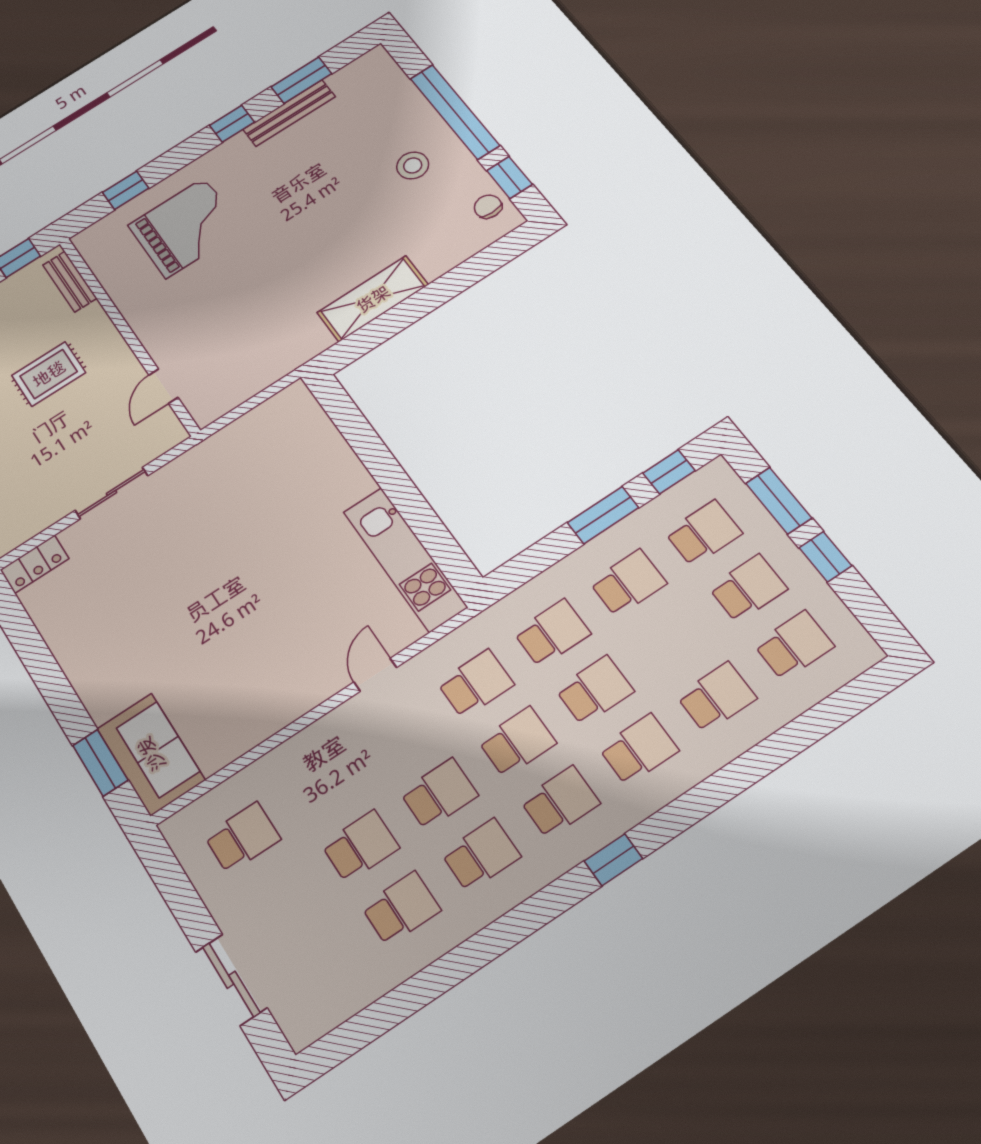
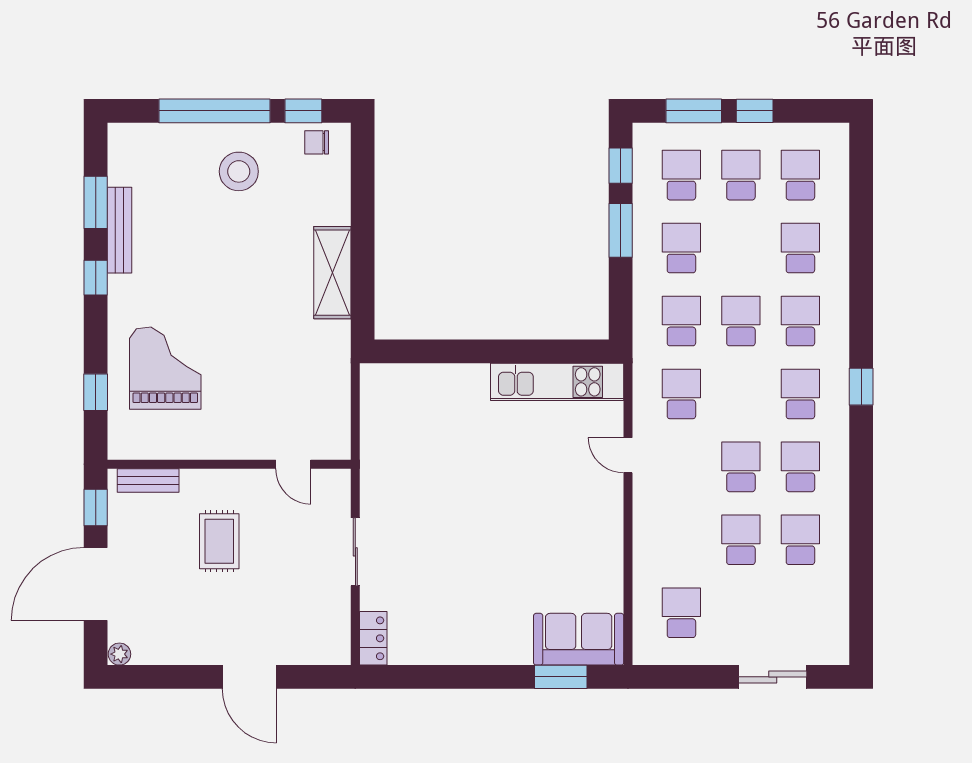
stool: (413, 165) -> (239, 171), width x1.38, depth x1.38
school desk: (517, 742) -> (741, 394), removed

